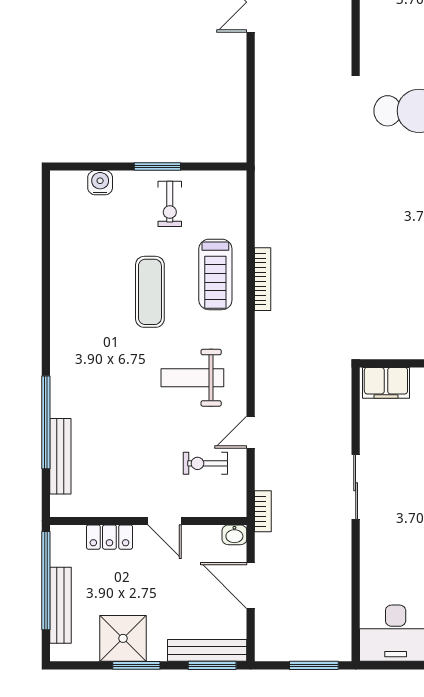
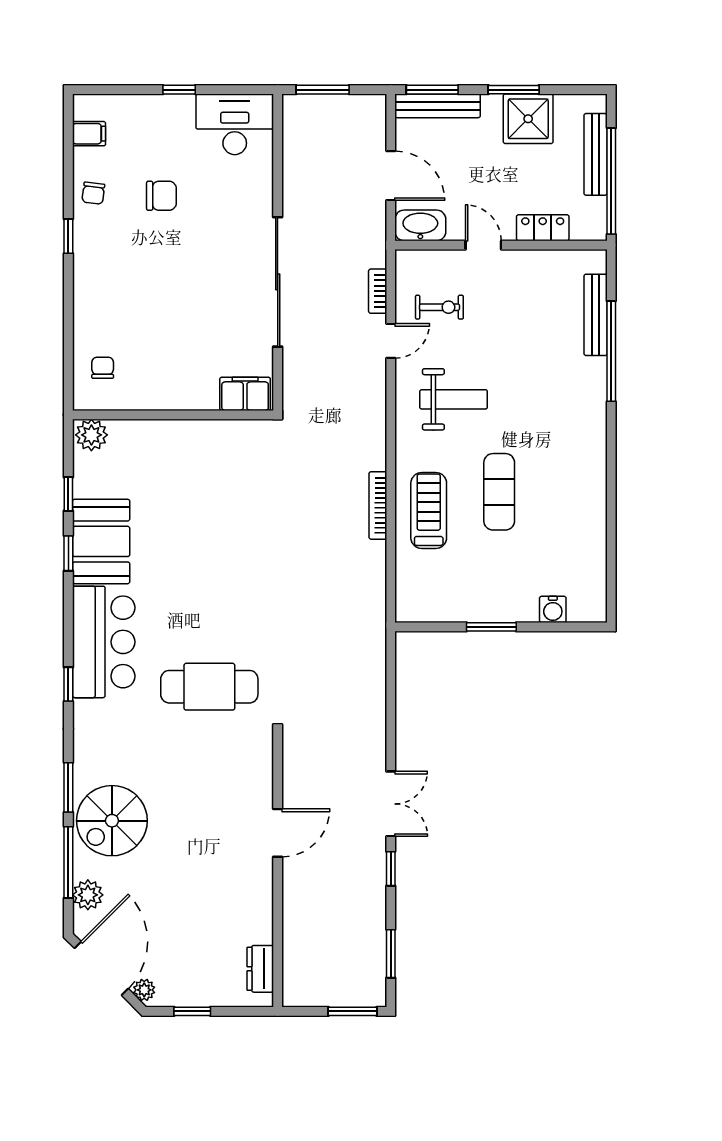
exercise bike: (170, 204) -> (478, 587), removed
sliding door: (356, 487) -> (278, 282), width x1.86
bookcase: (263, 511) -> (378, 291), moved
washbasin: (234, 535) -> (420, 225), width x1.91, depth x1.45

